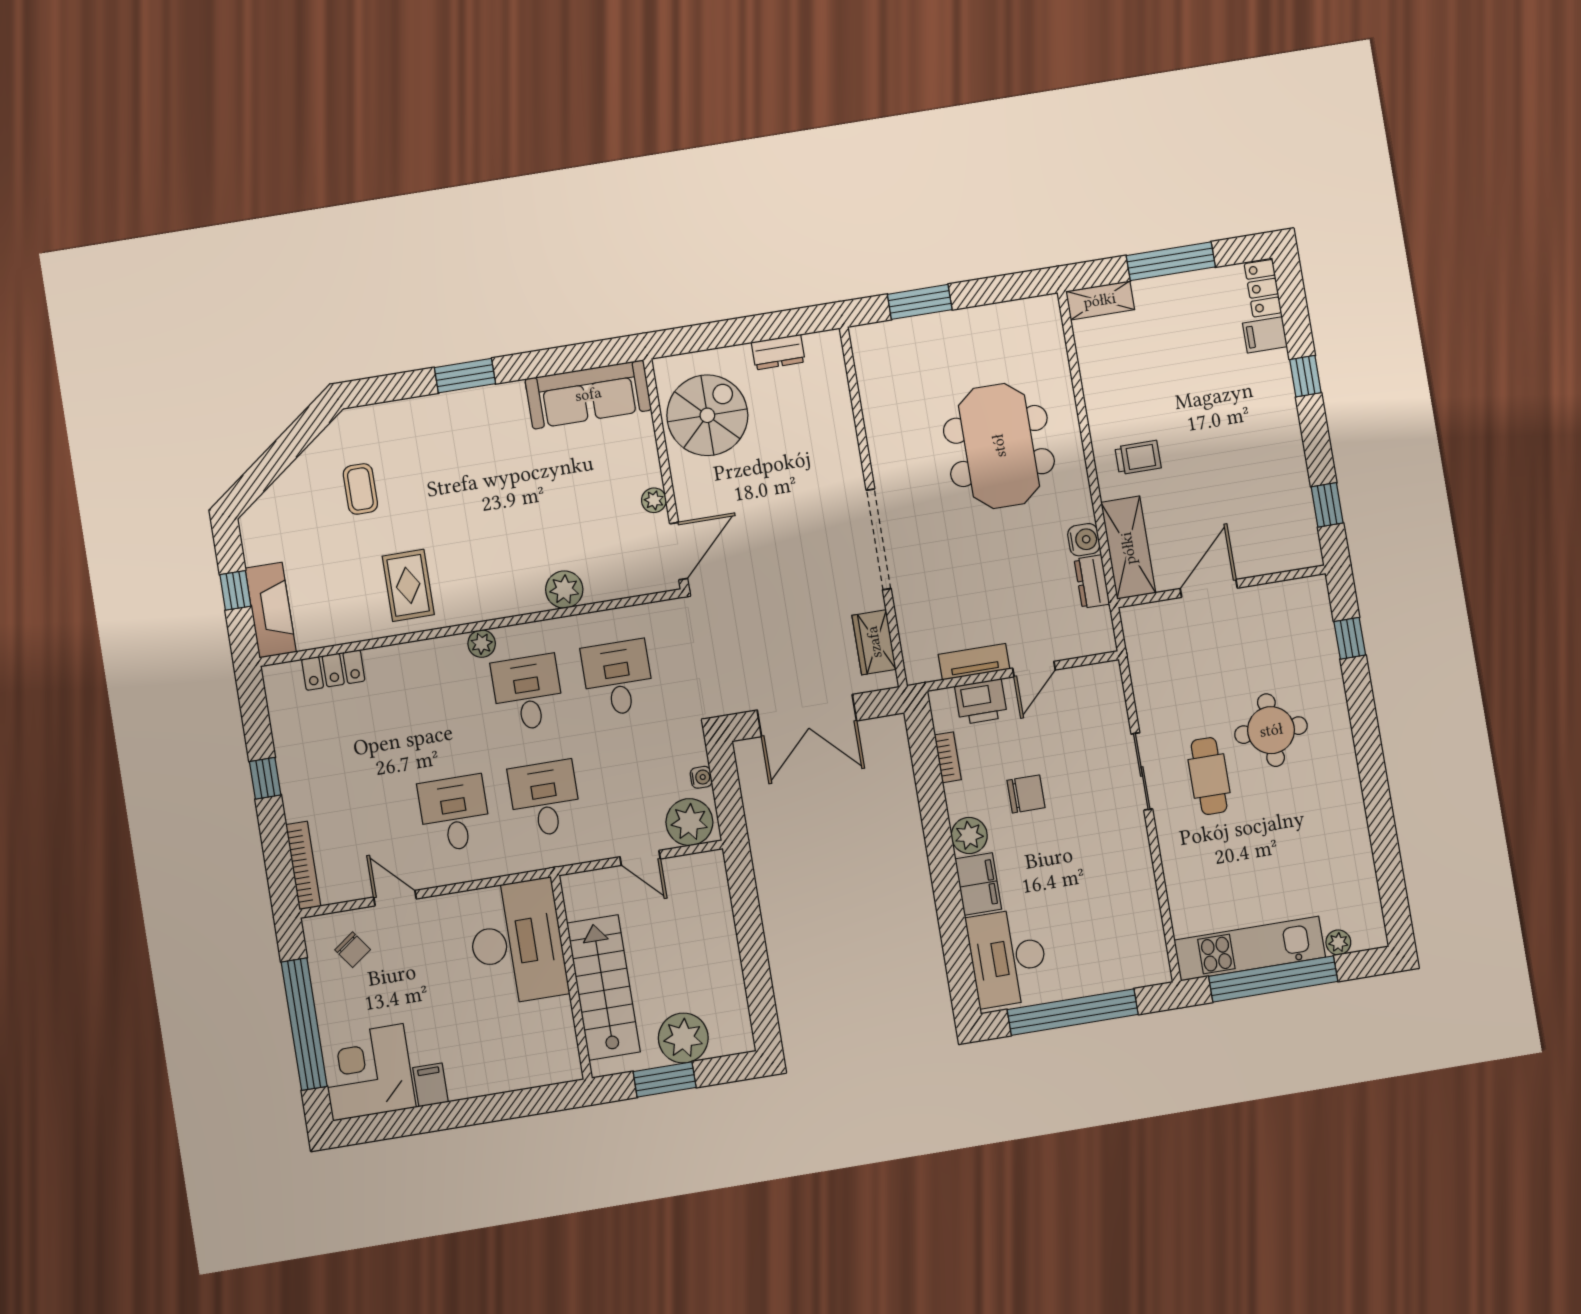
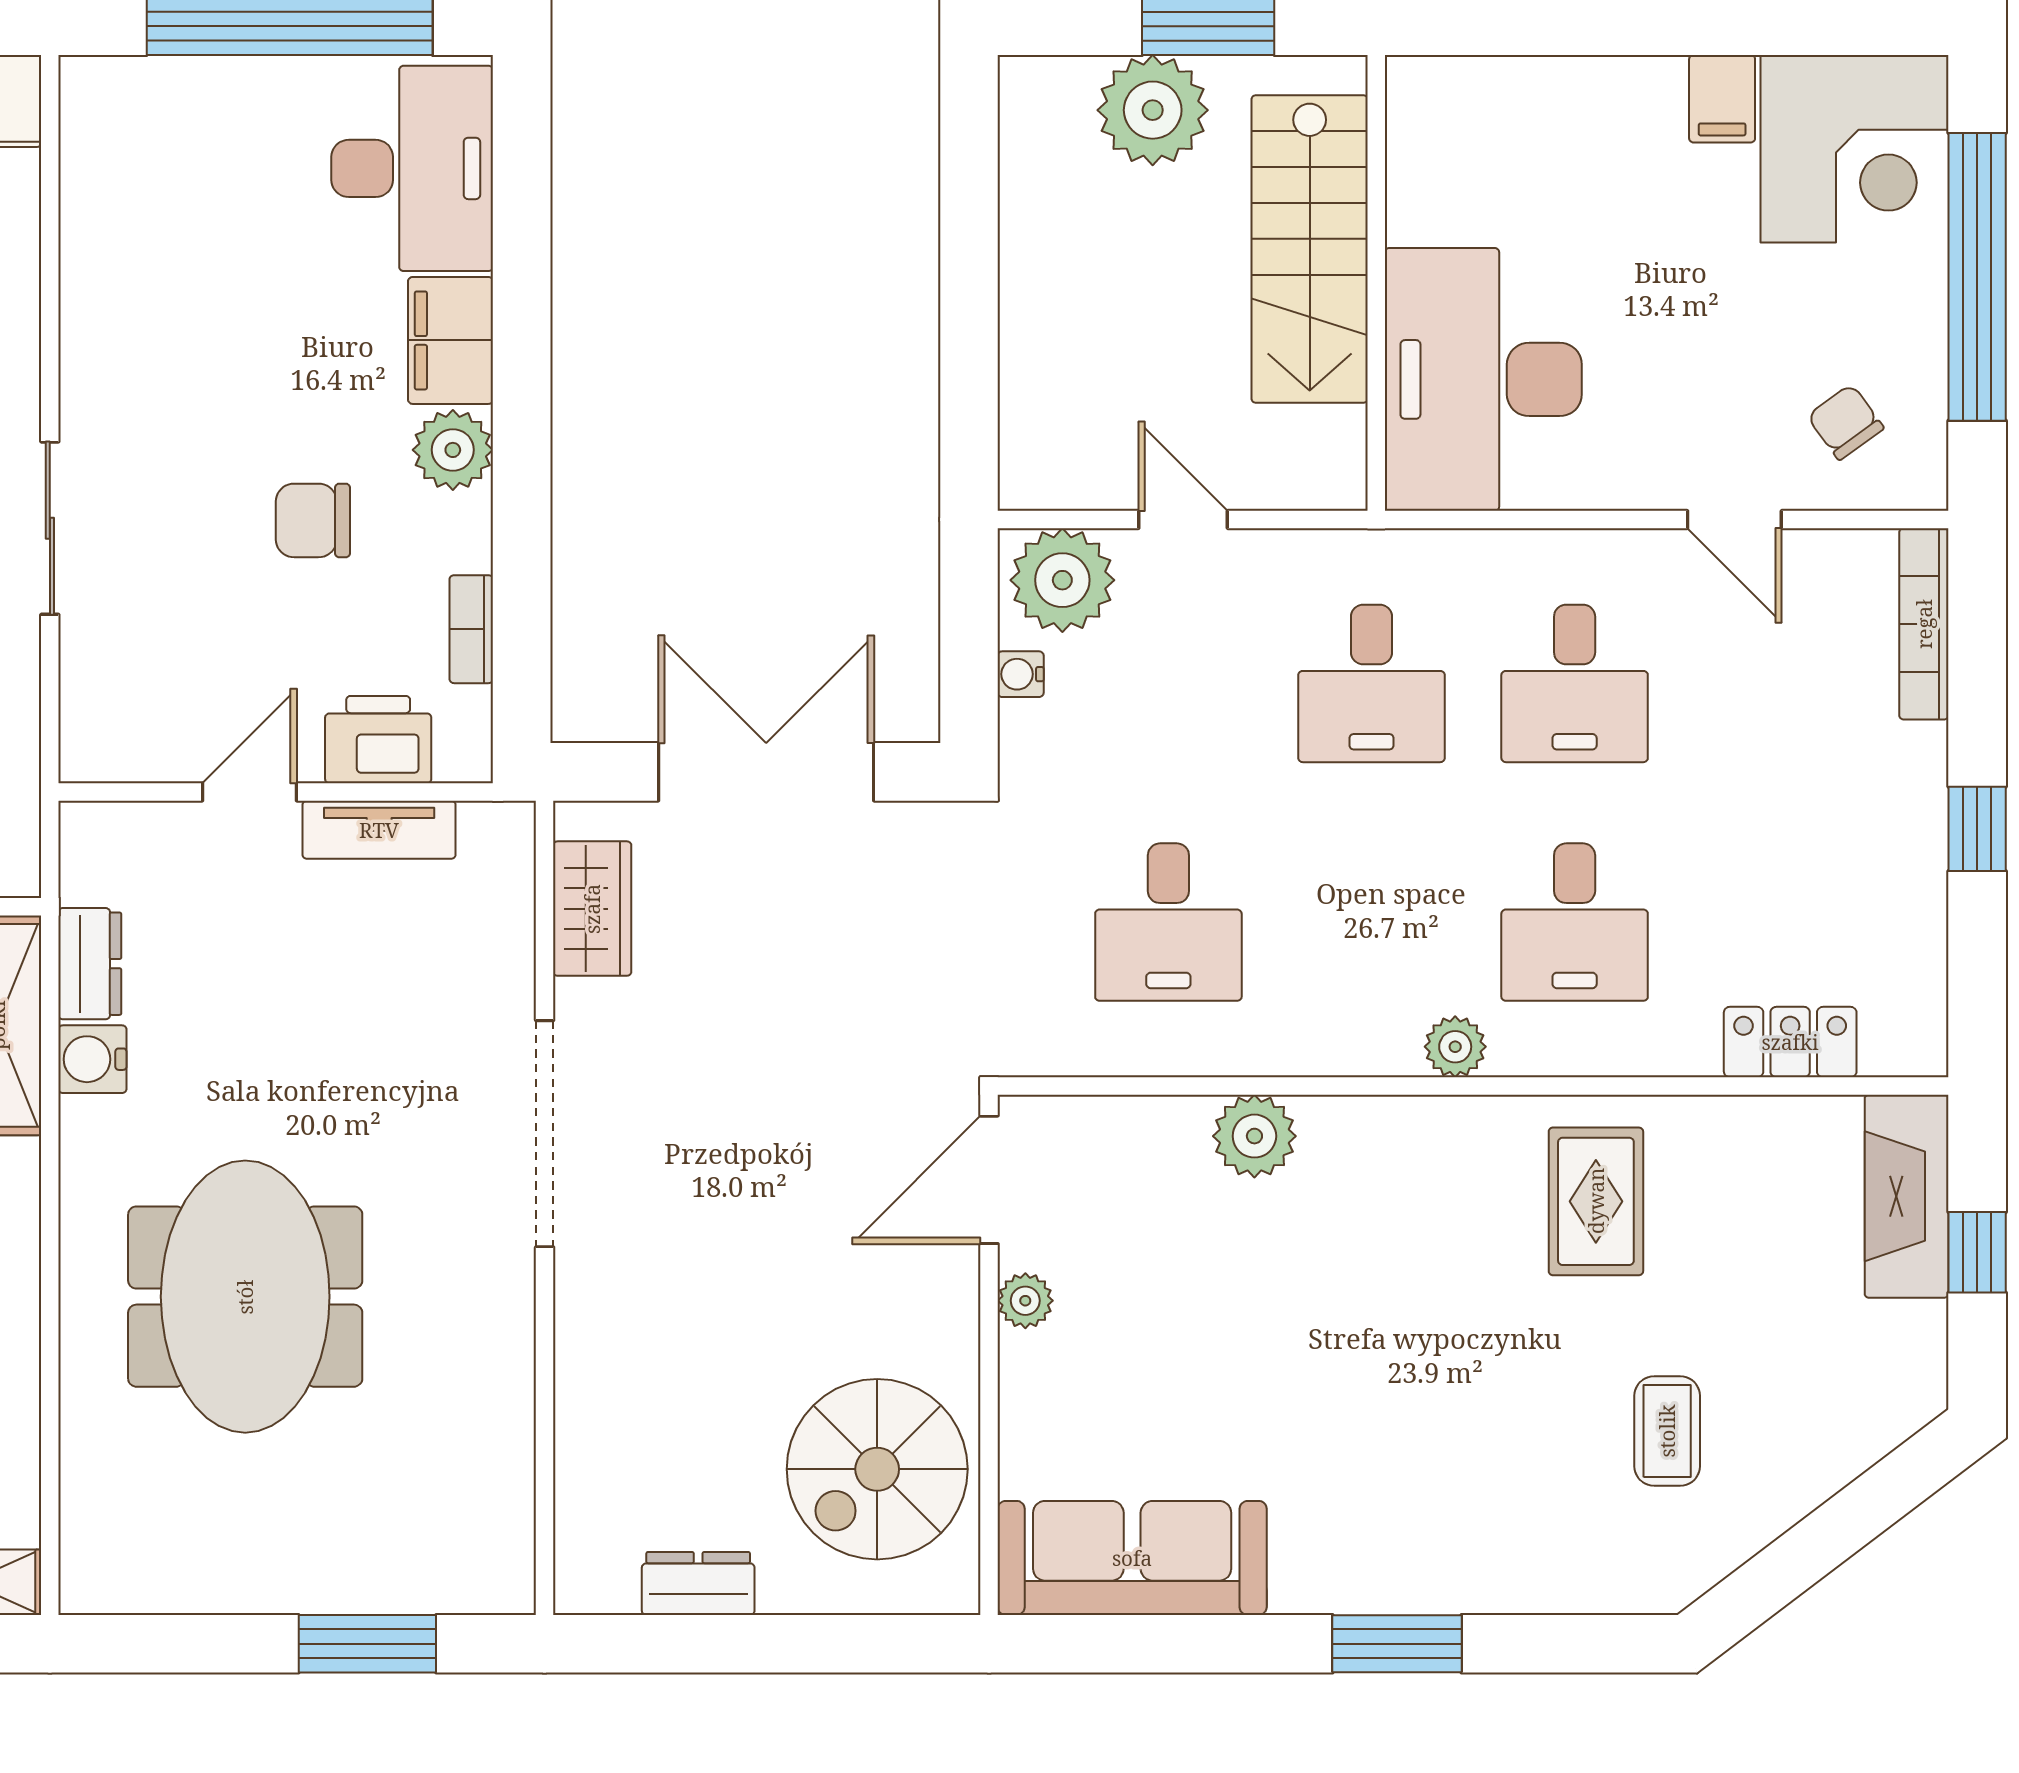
desk: (528, 693) -> (1575, 922), moved

